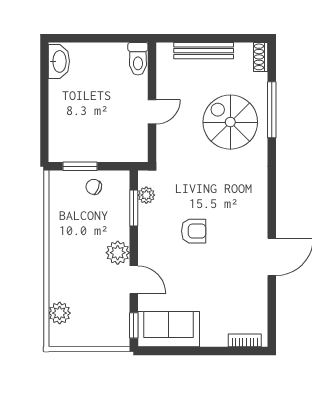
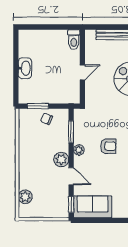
washbasin: (59, 61) -> (25, 68), moved
plant: (146, 195) -> (79, 150), moved

